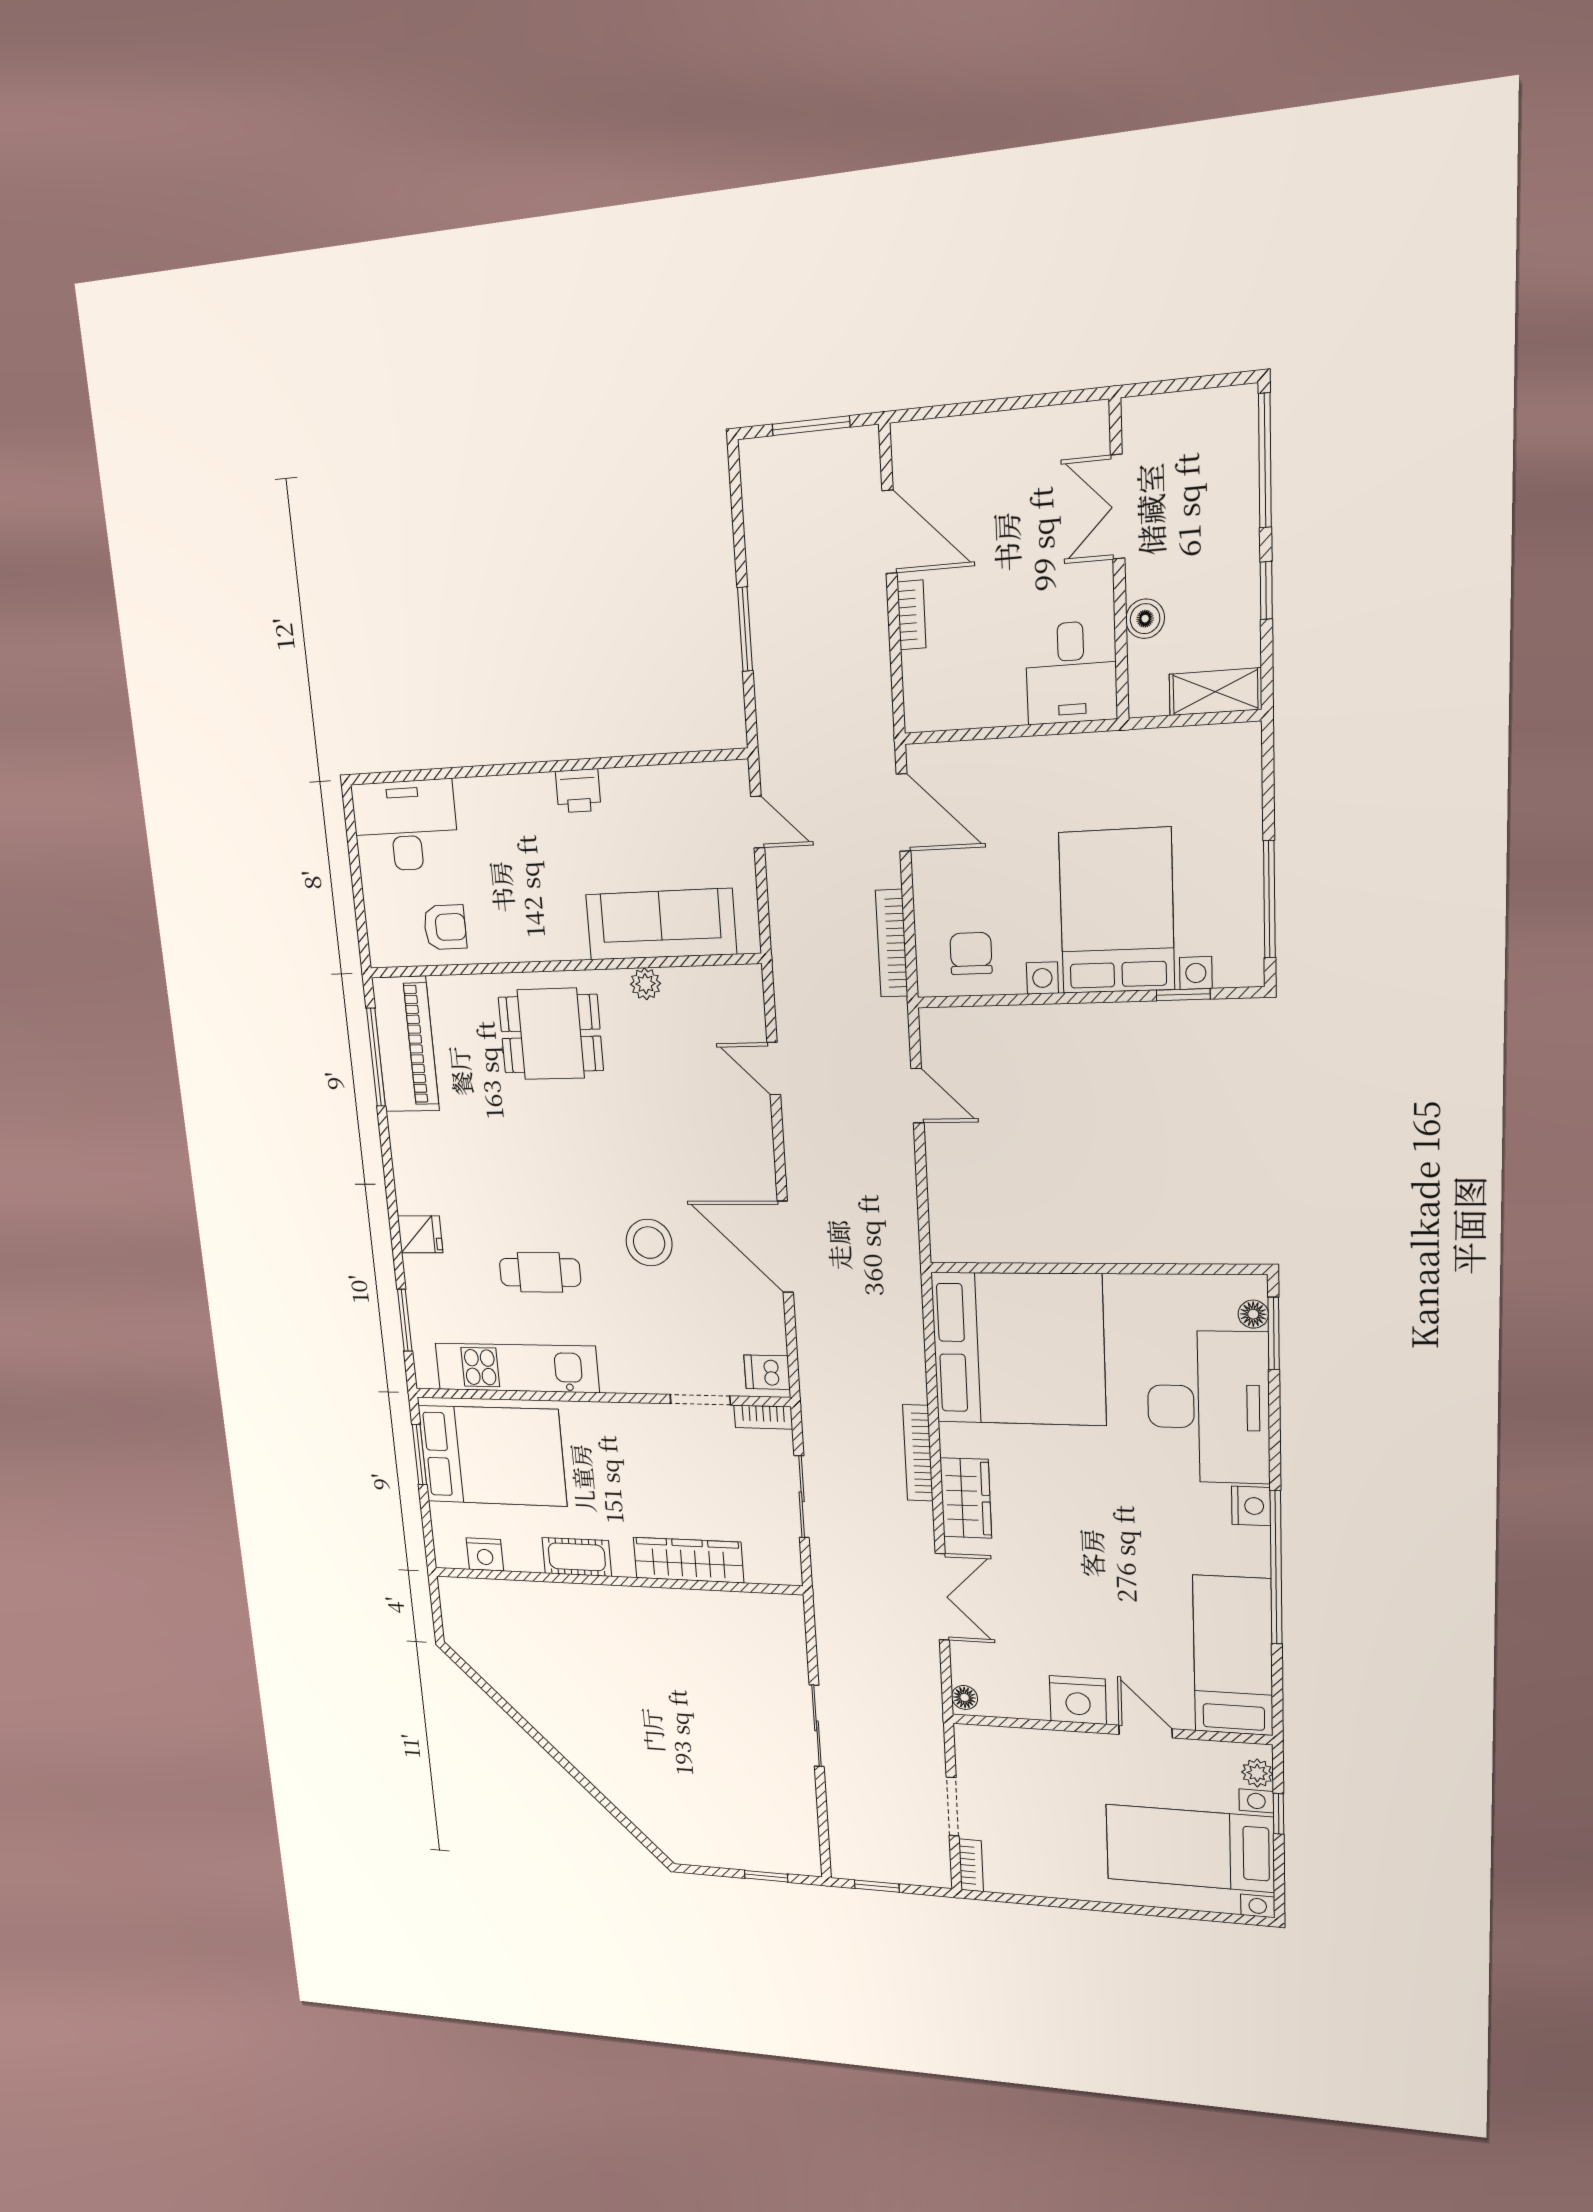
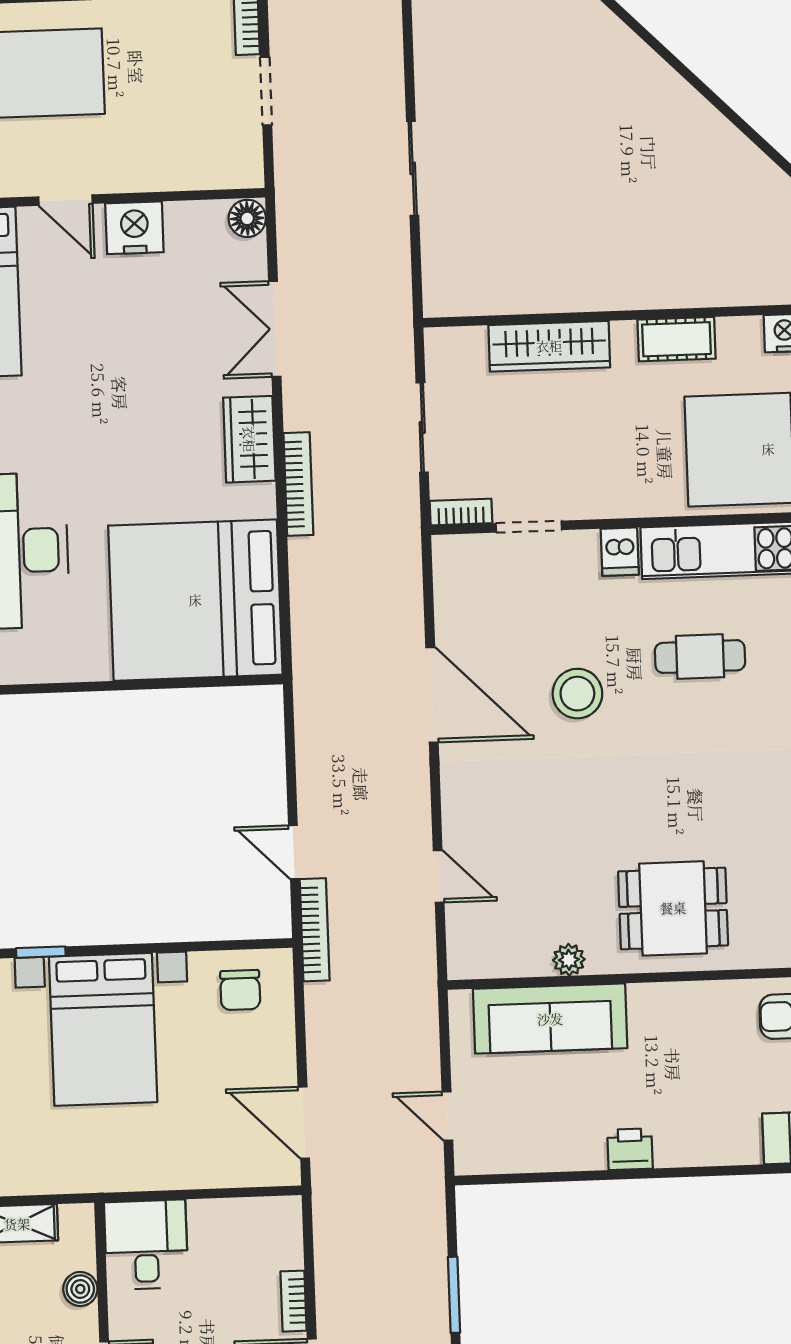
bookcase: (892, 943) -> (315, 930), moved
dishwasher: (767, 1372) -> (620, 552), moved, turned 90
floor lamp: (965, 1697) -> (247, 218), width x1.37, depth x1.37

